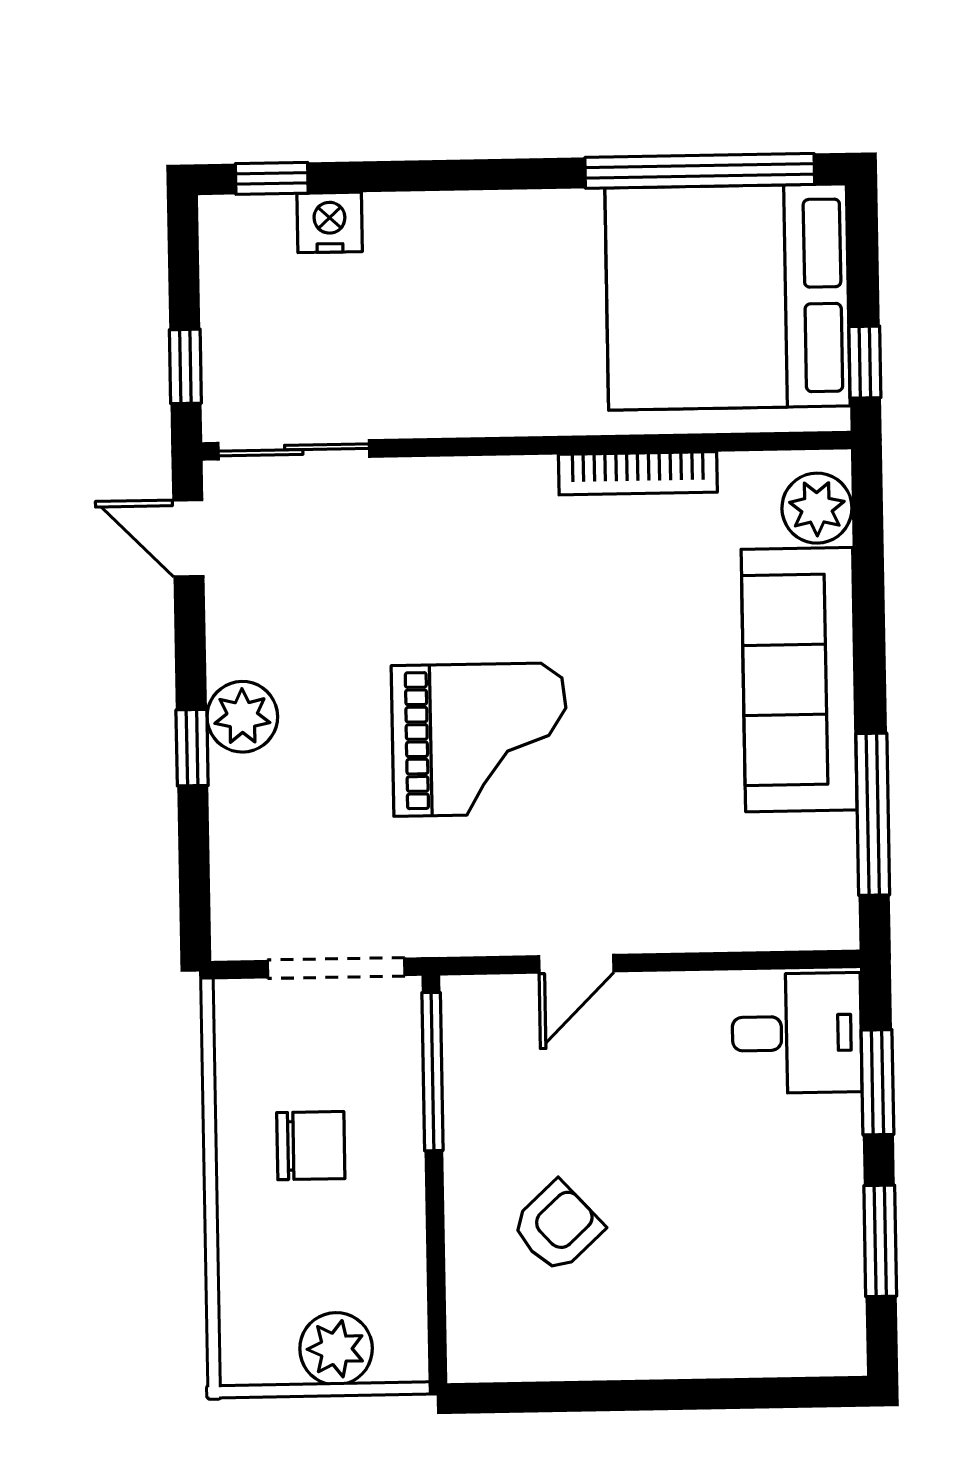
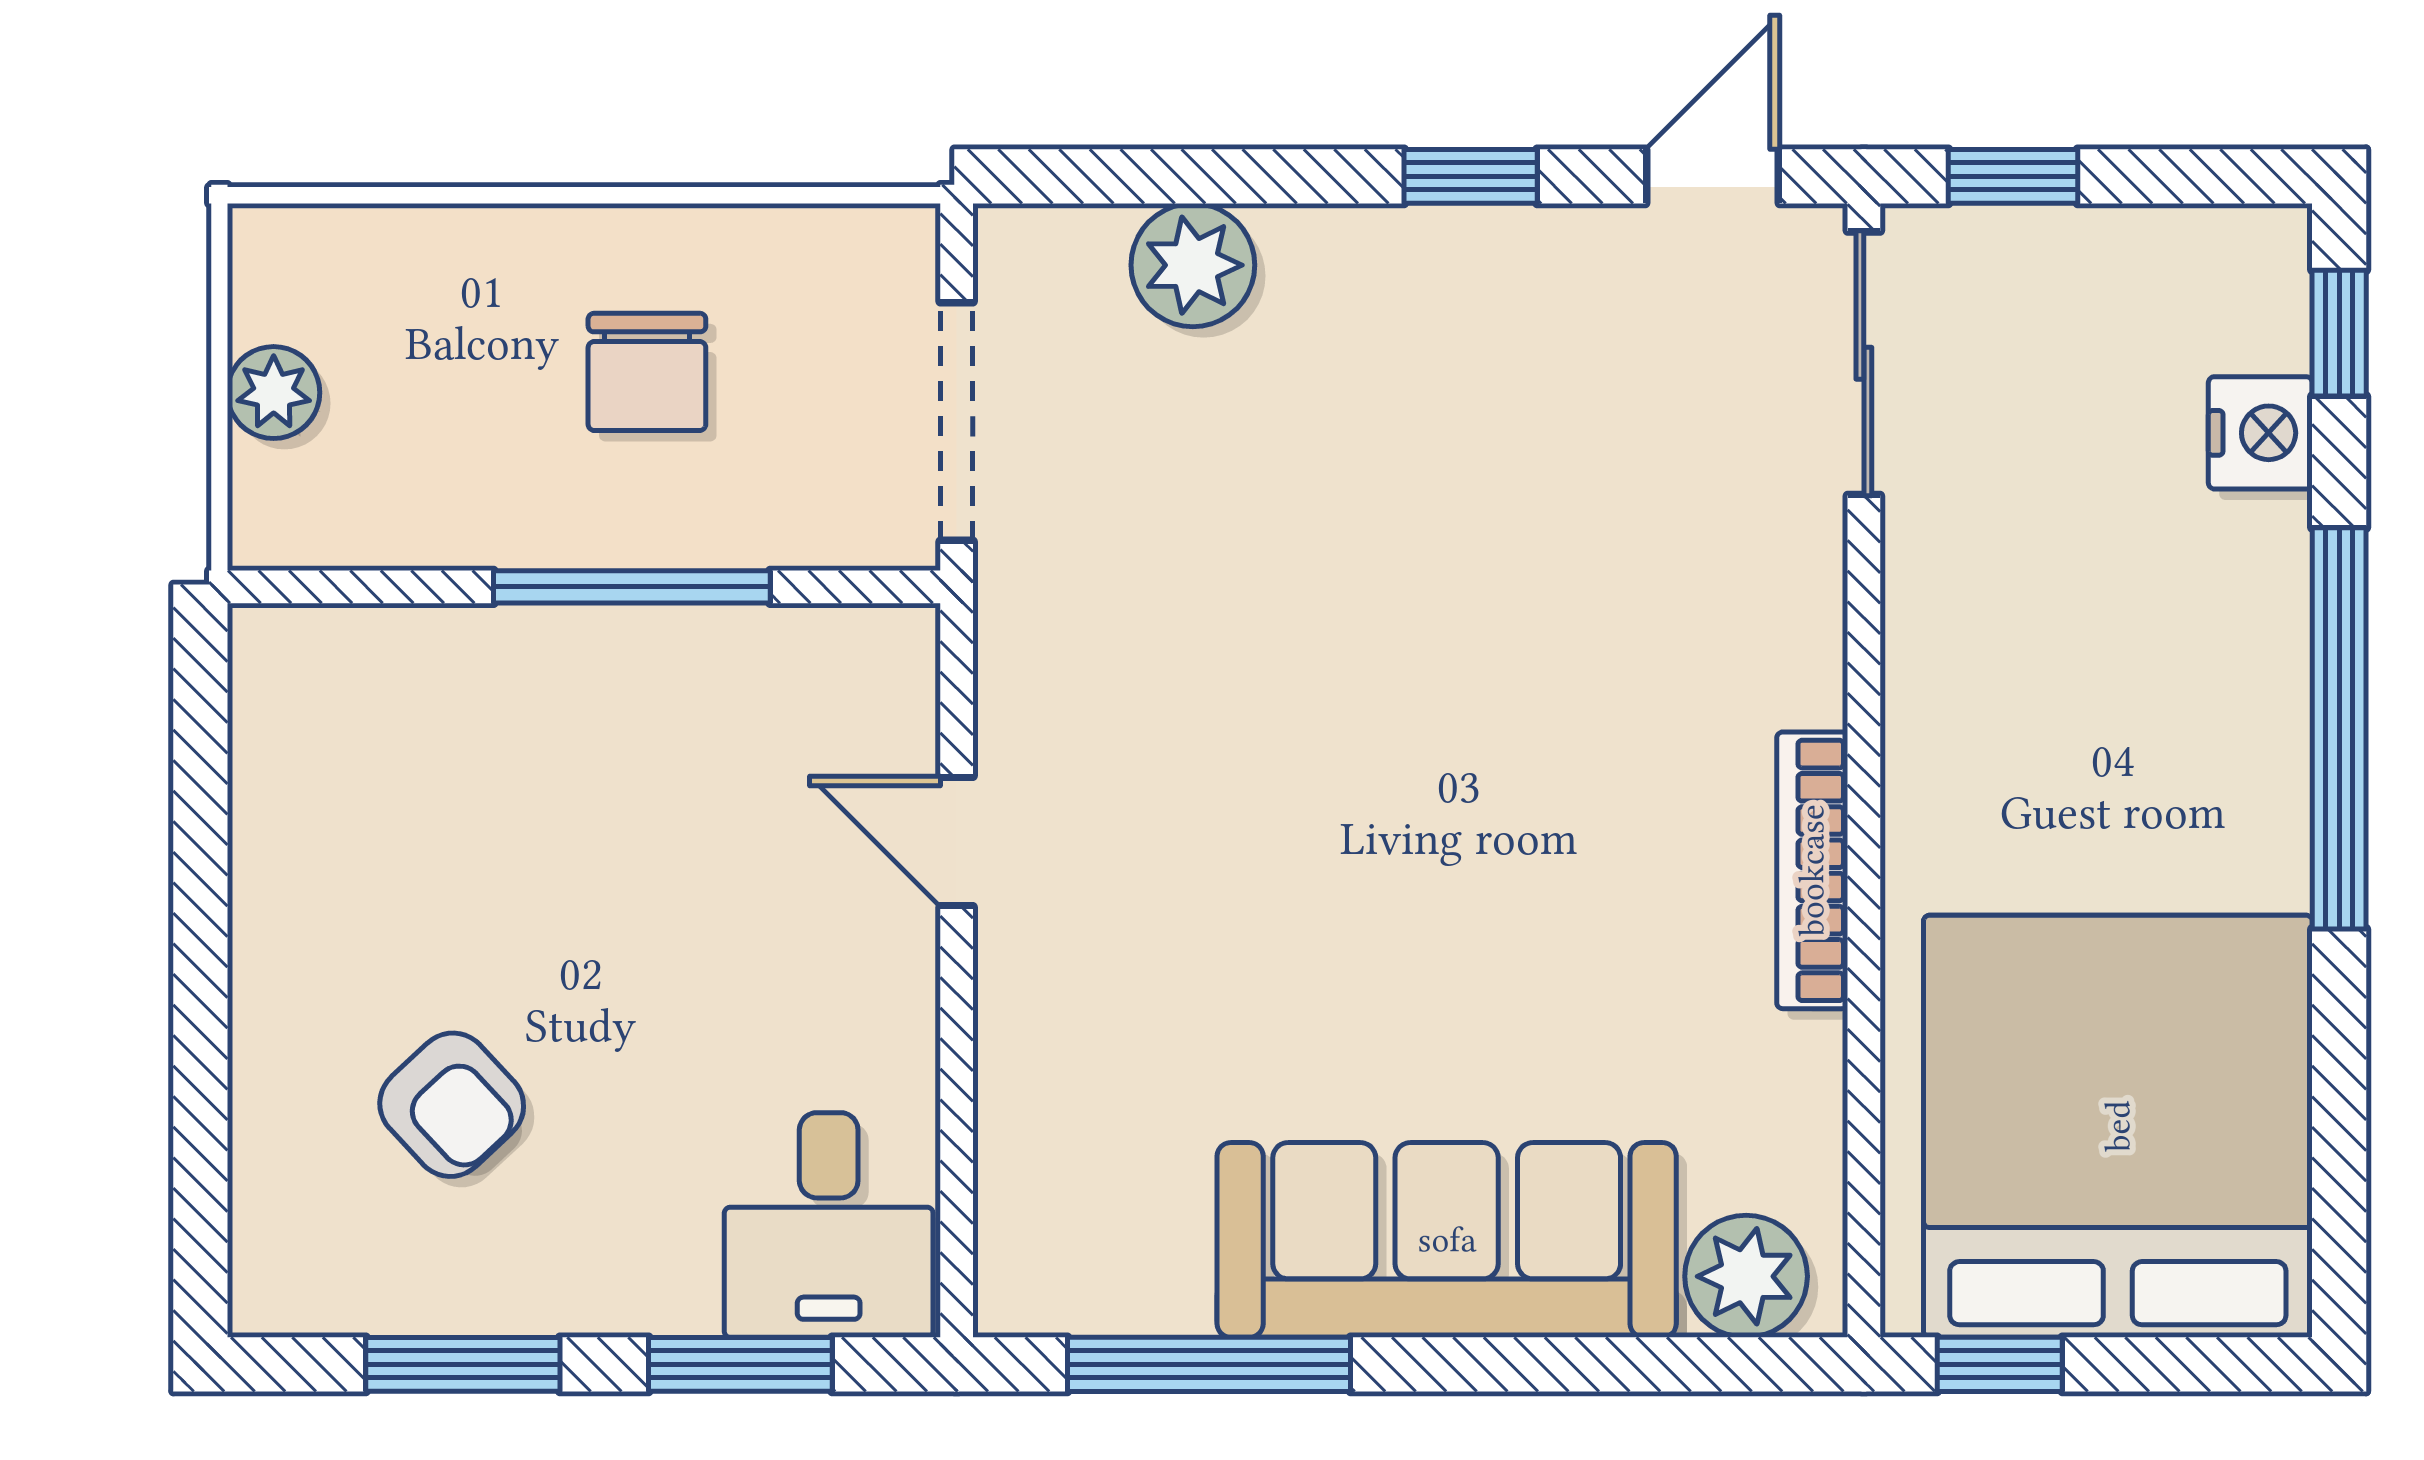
window: (700, 171) -> (2339, 728), moved
bookcase: (638, 473) -> (1812, 870), moved
plant: (242, 717) -> (1193, 265), moved
grand piano: (479, 740) -> (1352, 679), removed
window: (192, 748) -> (1471, 176), moved
window: (432, 1072) -> (632, 587), moved
armchair: (557, 1227) -> (452, 1105), moved
plant: (336, 1349) -> (274, 393), width x0.73, depth x0.73

